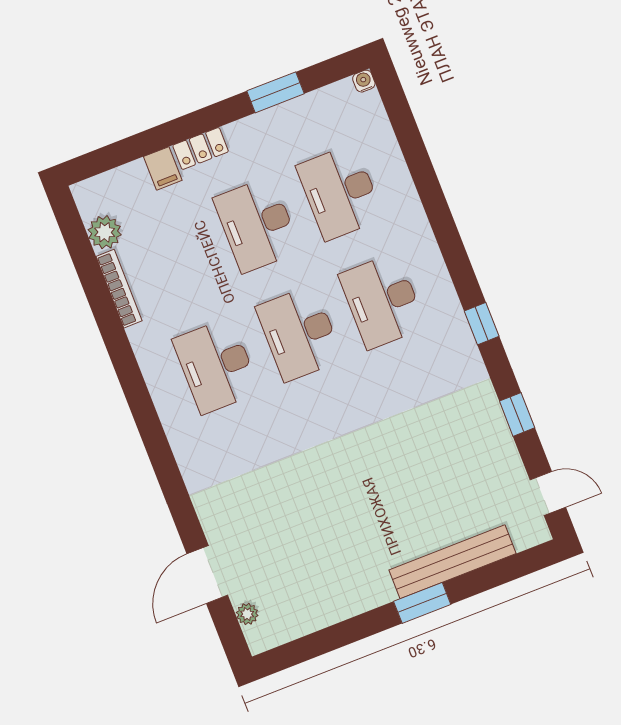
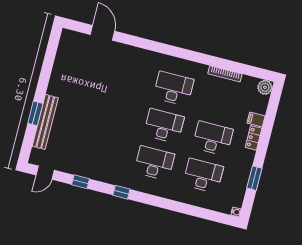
plant: (105, 232) -> (265, 87), moved
window: (422, 603) -> (35, 113), moved
plant: (247, 614) -> (79, 37), removed

